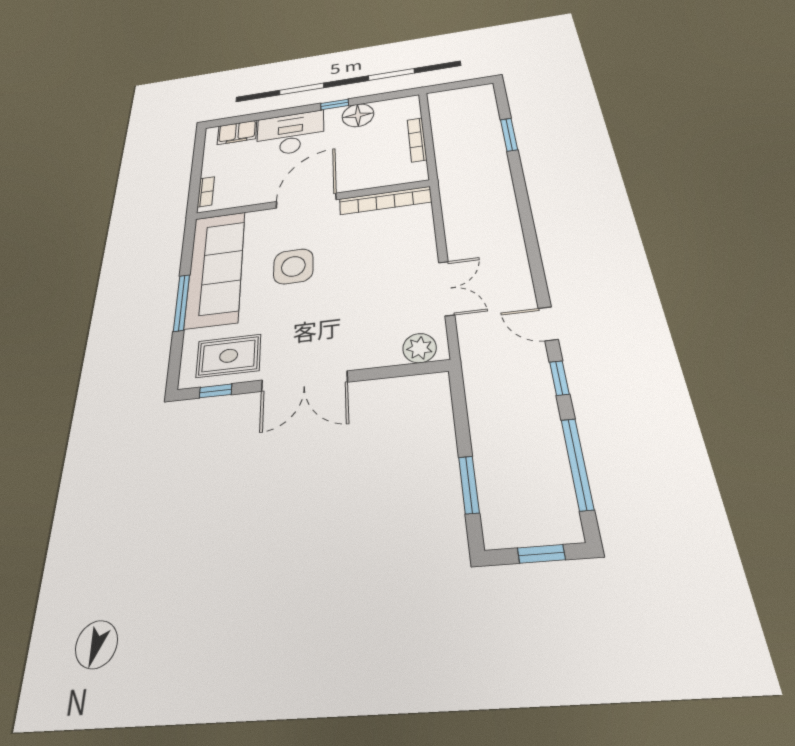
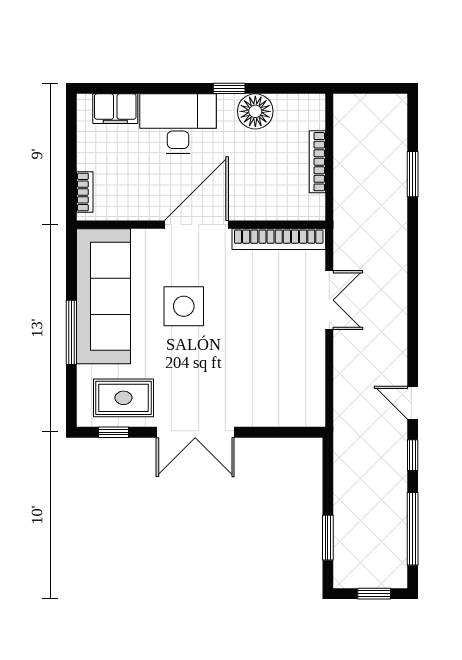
double door: (447, 288) -> (329, 300), moved
plant: (420, 348) -> (299, 412), removed

